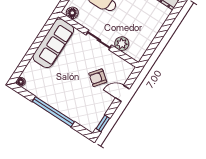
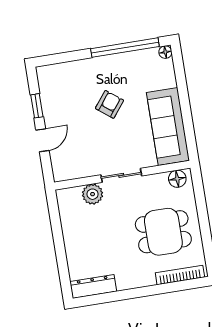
armchair: (98, 78) -> (109, 104), moved
window: (53, 112) -> (125, 48), moved
window: (103, 123) -> (37, 106), moved

